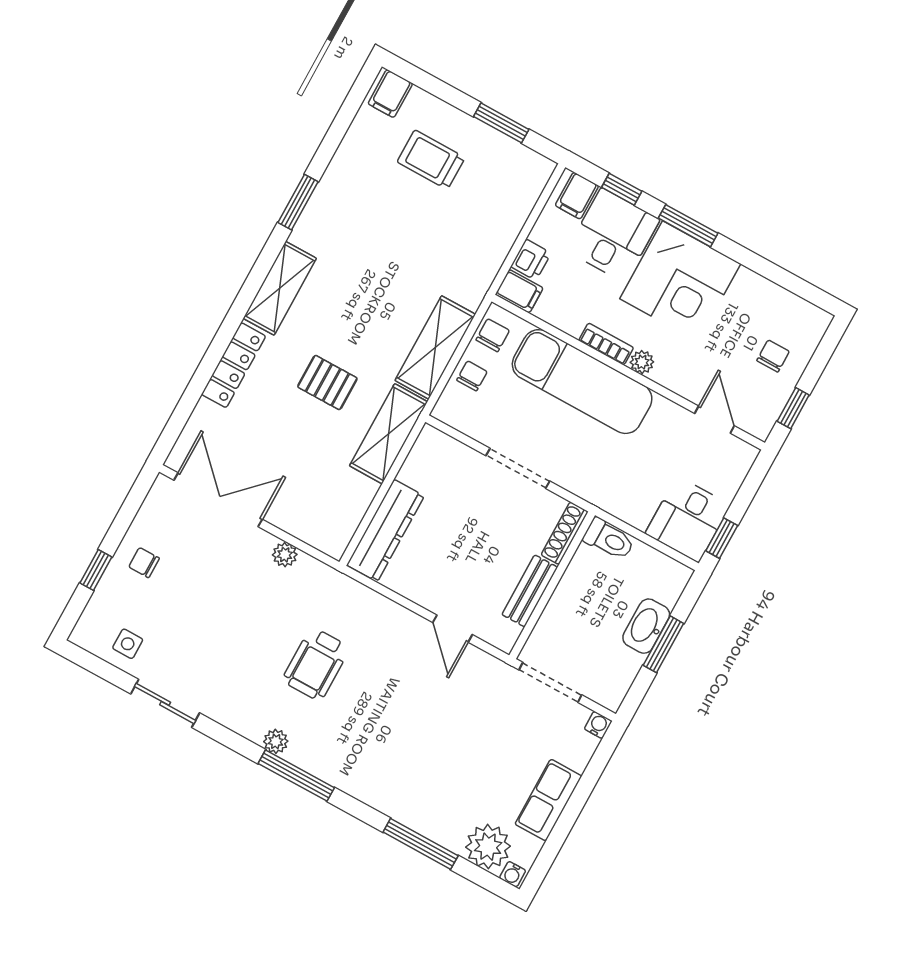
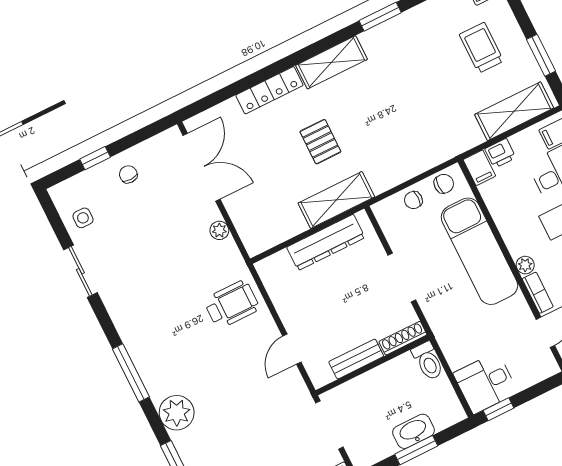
bookcase: (606, 344) -> (538, 293), moved
shelving: (435, 347) -> (514, 111), moved
chair: (472, 376) -> (413, 200), turned 180
dresser: (385, 530) -> (326, 242), moved
wheelchair: (316, 664) -> (232, 304), moved, turned 180
plant: (276, 741) -> (177, 413), moved, width x1.88, depth x1.88

